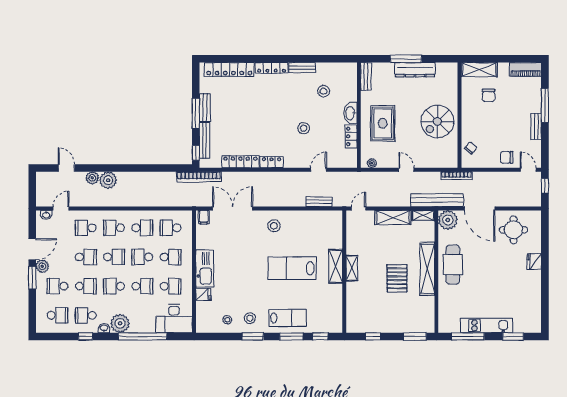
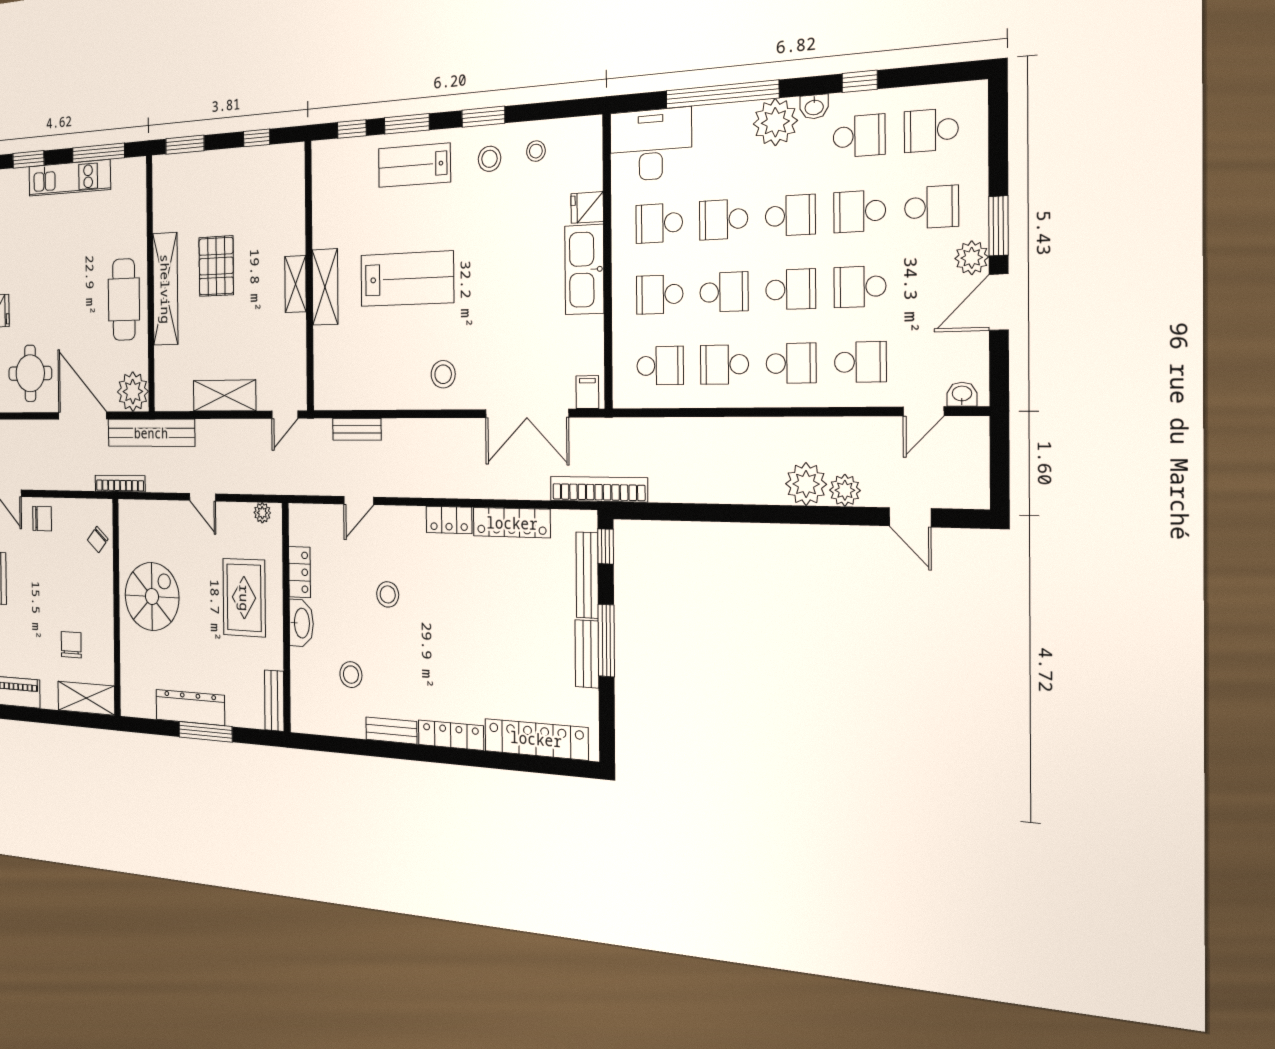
shelving: (423, 215) -> (173, 401), removed
school desk: (114, 257) -> (791, 289), turned 180

